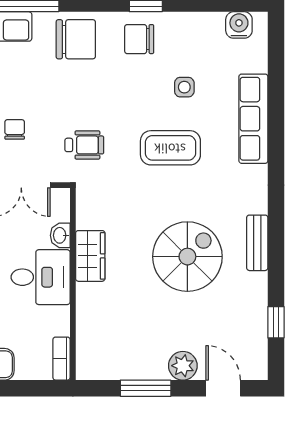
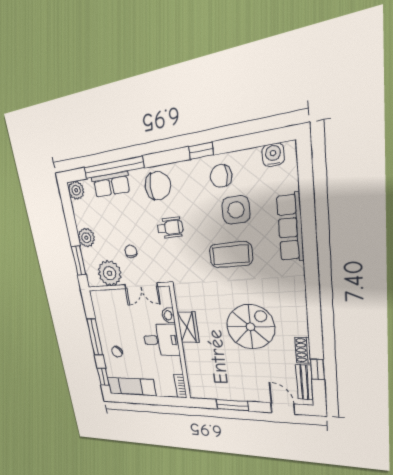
chair: (139, 39) -> (221, 176), moved
side table: (184, 87) -> (236, 210), width x1.87, depth x1.87
wheelchair: (84, 145) -> (170, 228), moved
bench: (257, 243) -> (305, 382), moved
shoe rack: (258, 293) -> (303, 350), added
plant: (183, 366) -> (255, 394), removed

